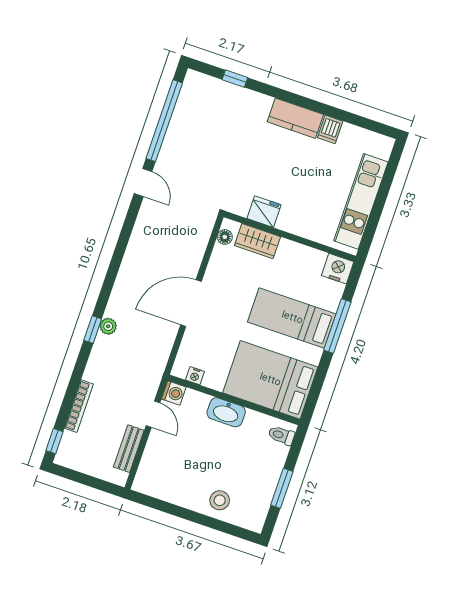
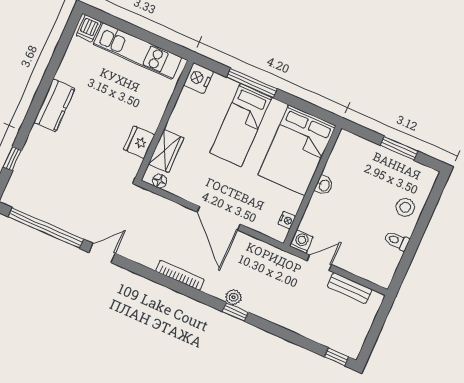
dishwasher: (330, 129) -> (89, 28), moved, turned 90
bookcase: (79, 406) -> (180, 275), moved
washbasin: (226, 412) -> (324, 185), width x0.52, depth x0.69
toilet: (281, 435) -> (397, 241), moved, turned 90

